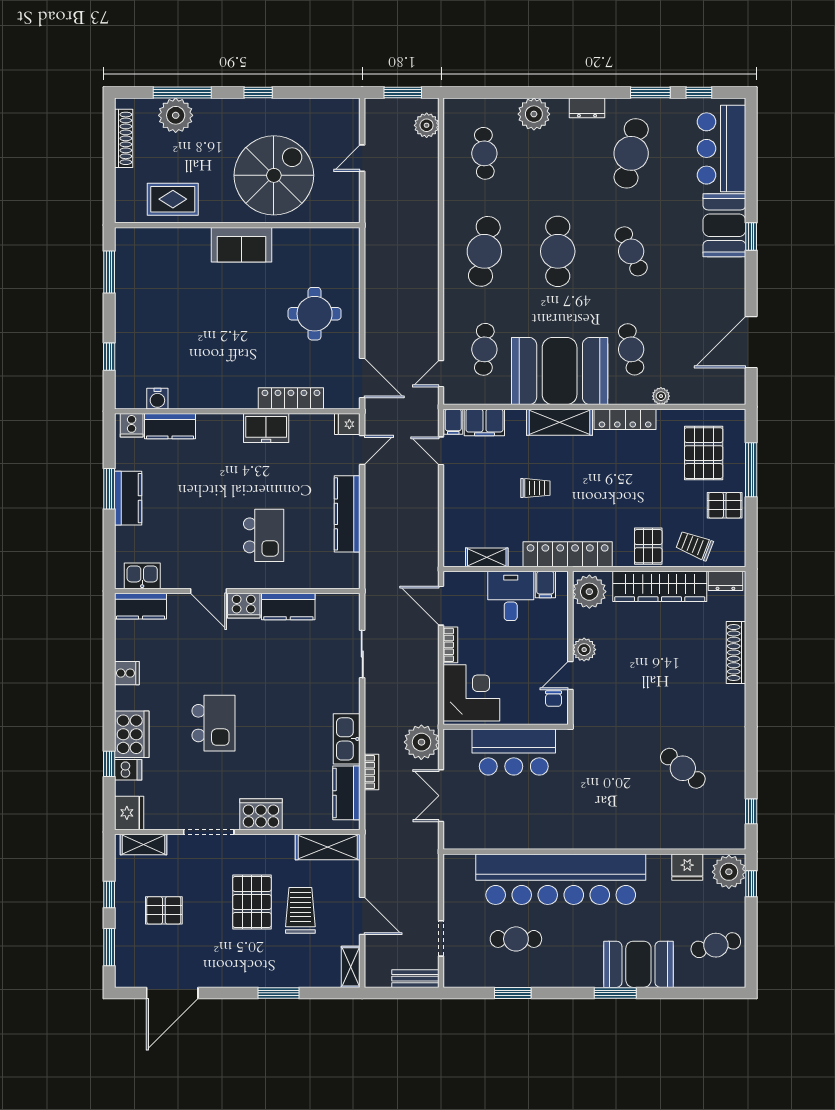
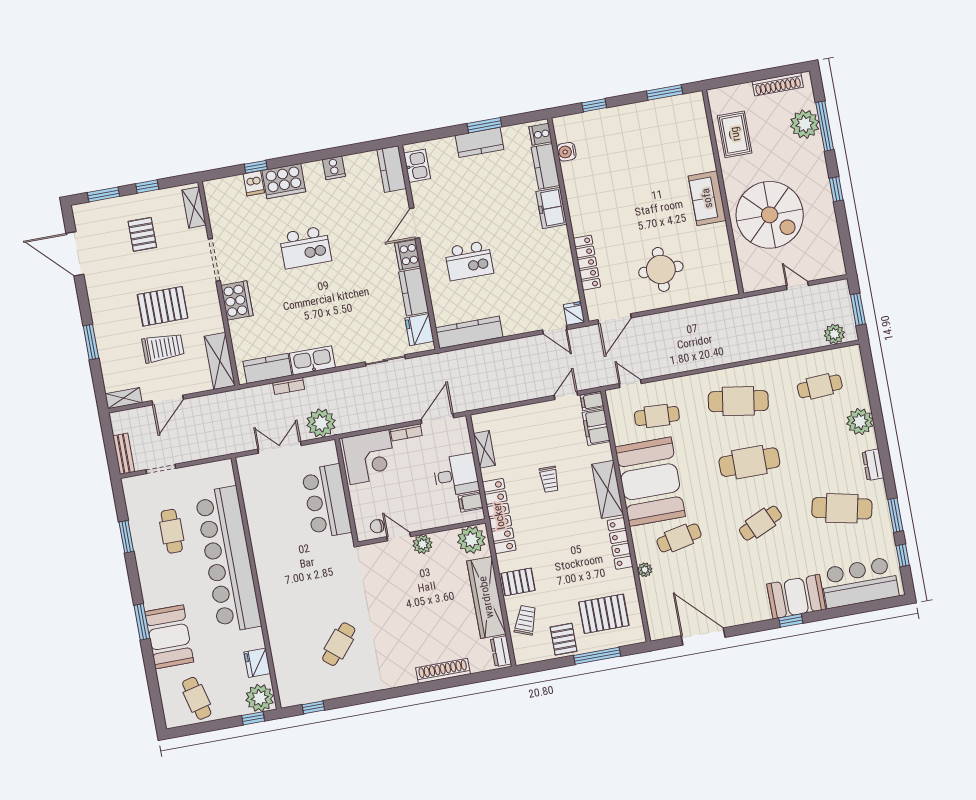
freezer: (266, 428) -> (551, 208), moved
kitchen counter: (347, 514) -> (469, 332), moved
fridge: (129, 813) -> (419, 330), moved, turned 90

